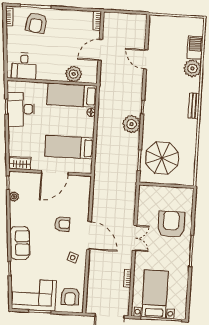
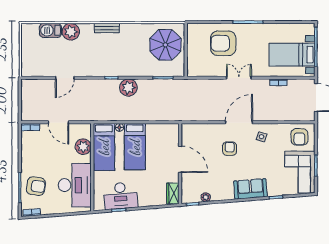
desk: (24, 66) -> (75, 185), width x1.87, depth x1.30
bed: (69, 147) -> (135, 147), moved
parasol: (162, 158) -> (165, 45), moved
armchair: (70, 297) -> (299, 137), turned 90

